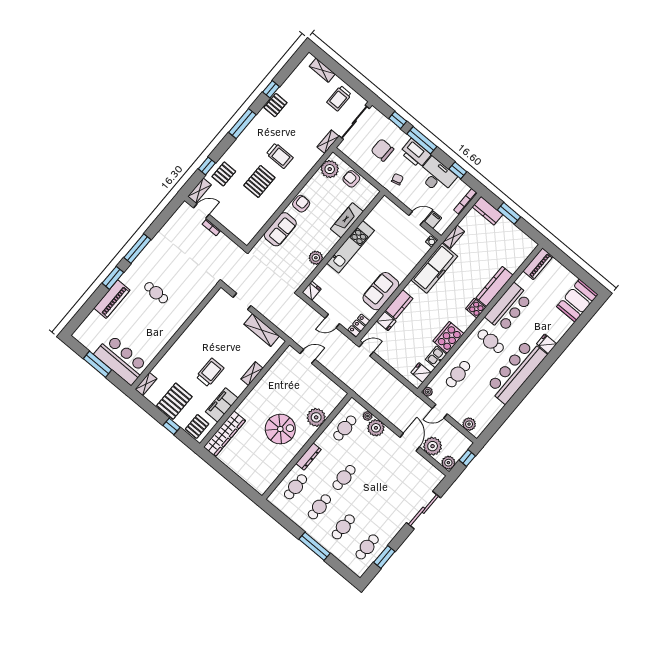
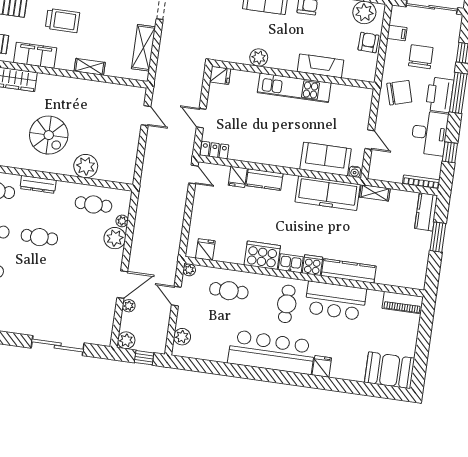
chair: (397, 179) -> (399, 93), width x1.87, depth x1.87
filing cabinet: (433, 220) -> (397, 33), moved
sofa: (381, 291) -> (325, 159), moved
kitchen sink: (436, 357) -> (291, 263), moved
plant: (433, 446) -> (129, 306), width x0.53, depth x0.53

